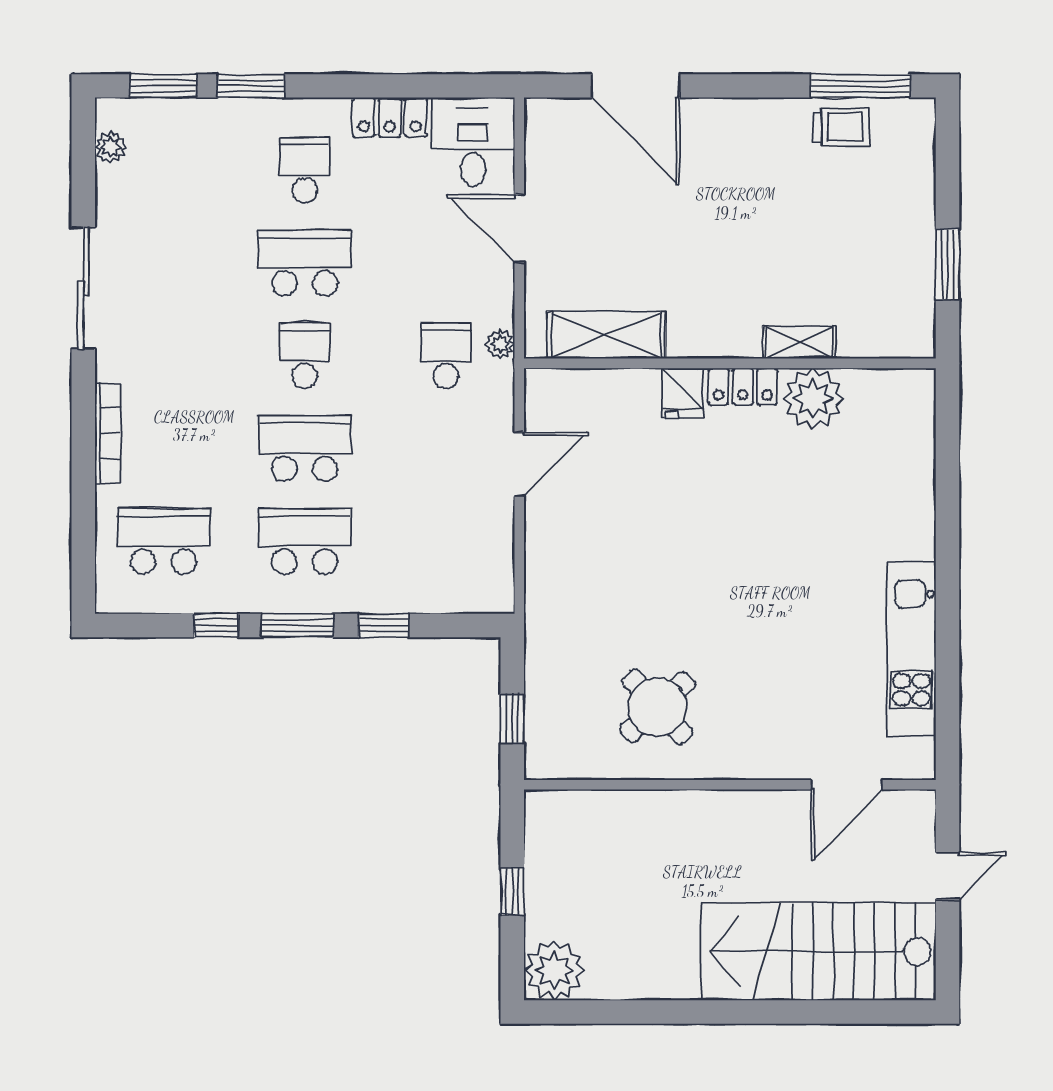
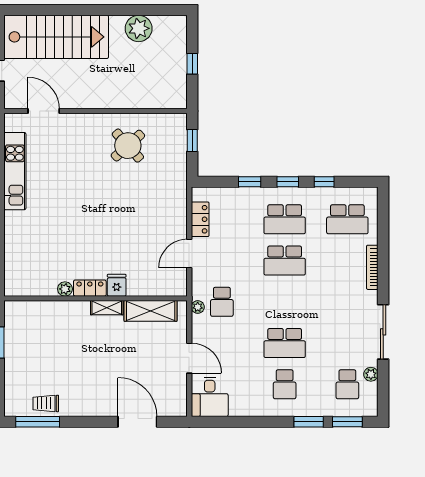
locker: (390, 117) -> (200, 219), moved, turned 90
plant: (111, 147) -> (371, 374), moved
shelving: (799, 342) -> (107, 308), moved
school desk: (305, 356) -> (347, 384), moved
plant: (813, 399) -> (65, 289), width x0.53, depth x0.53
window: (298, 625) -> (288, 182), width x0.67
door: (847, 785) -> (44, 111), hinge flipped
plant: (554, 970) -> (139, 28), moved

